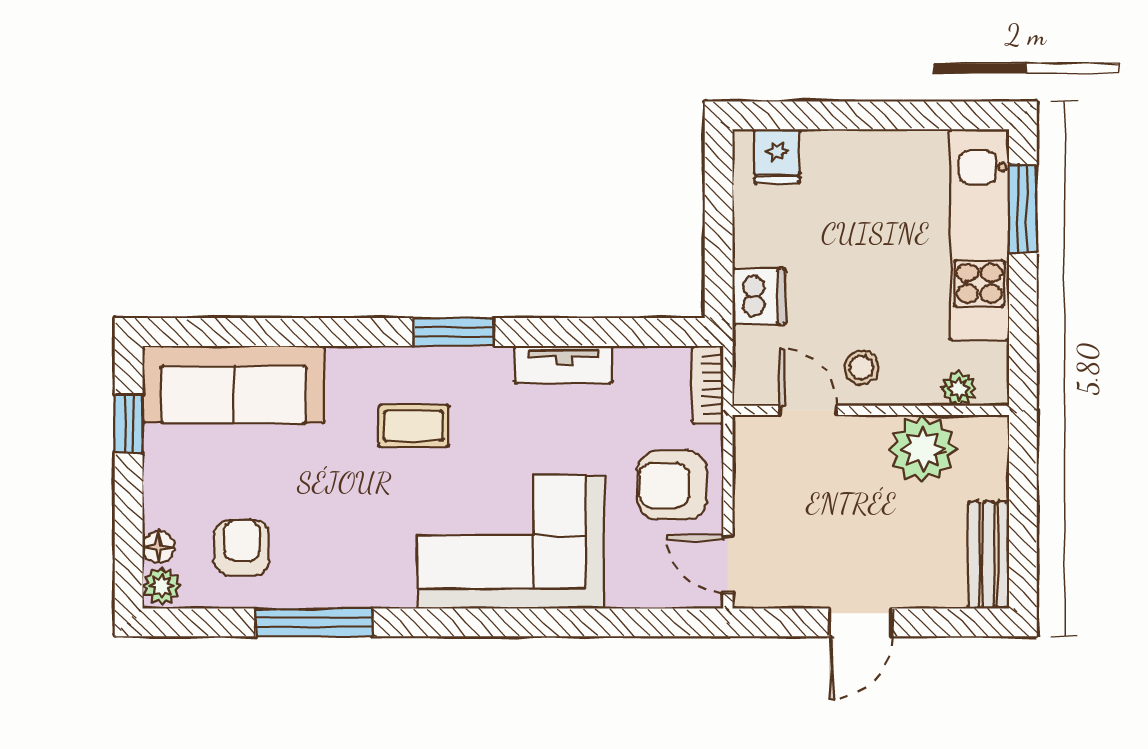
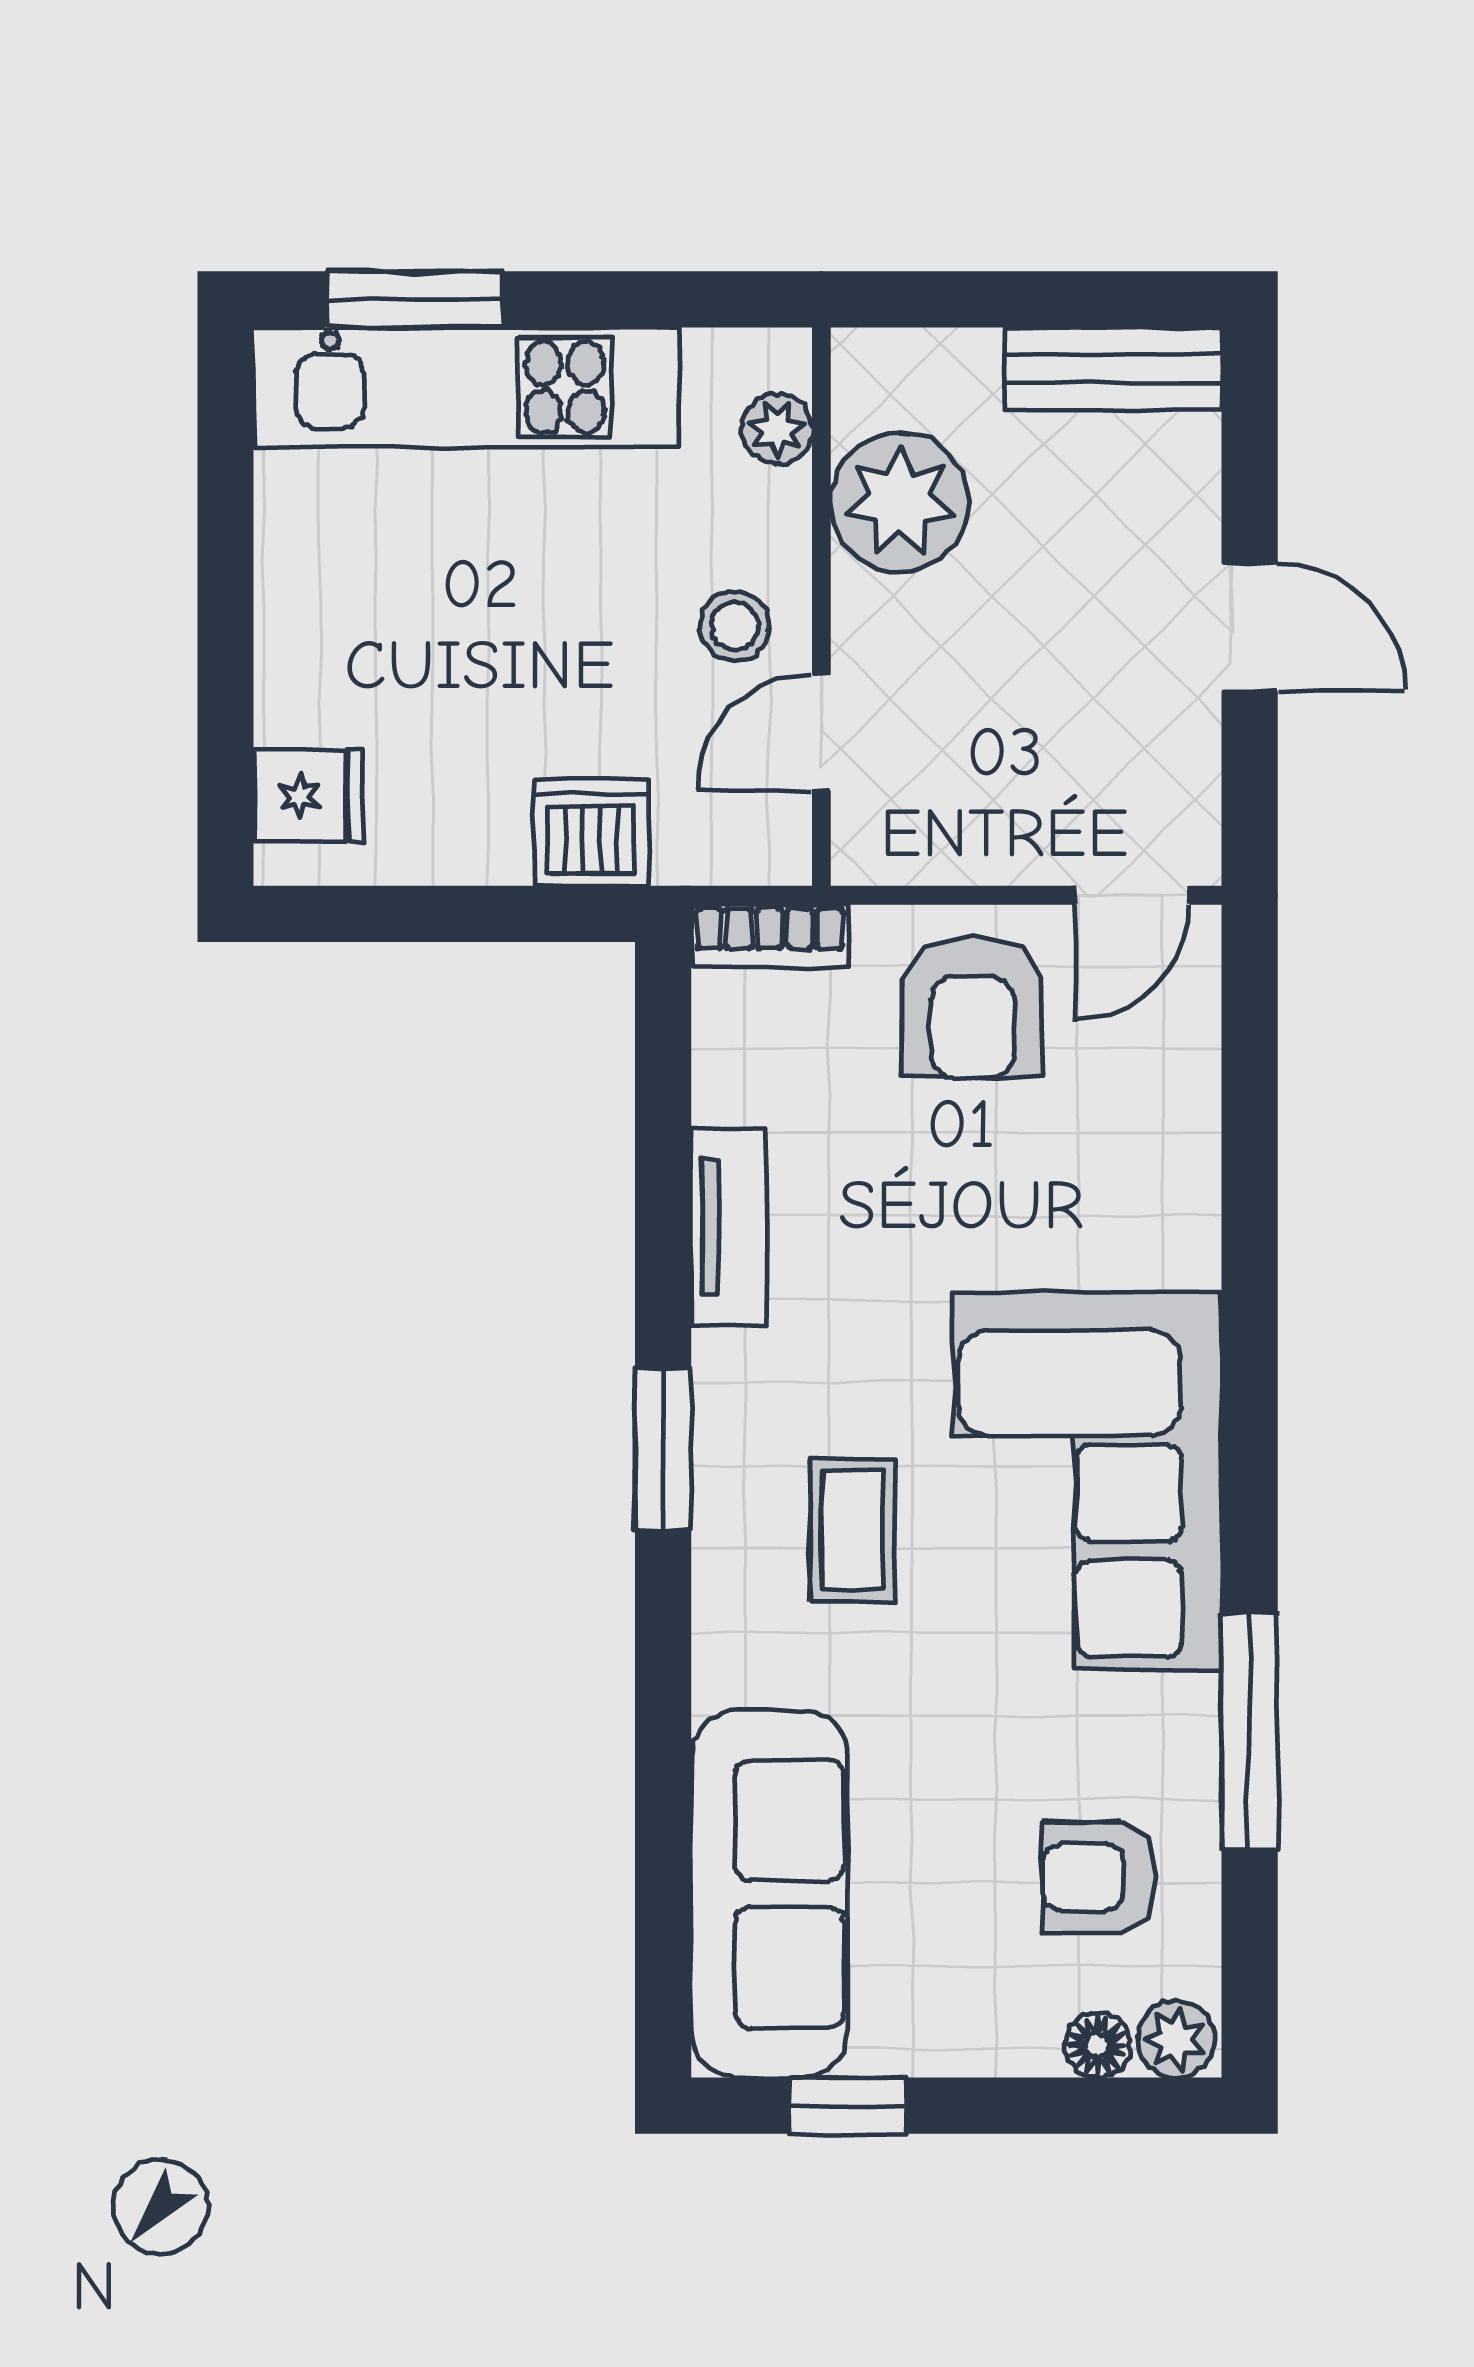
corner sofa: (511, 542) -> (1087, 1481), moved

